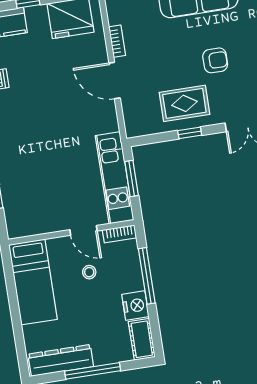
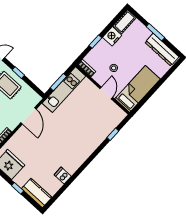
door: (115, 80) -> (29, 116), moved
door: (84, 230) -> (106, 93), moved
window: (147, 276) -> (95, 42), width x0.46
window: (93, 371) -> (156, 32), width x0.69

